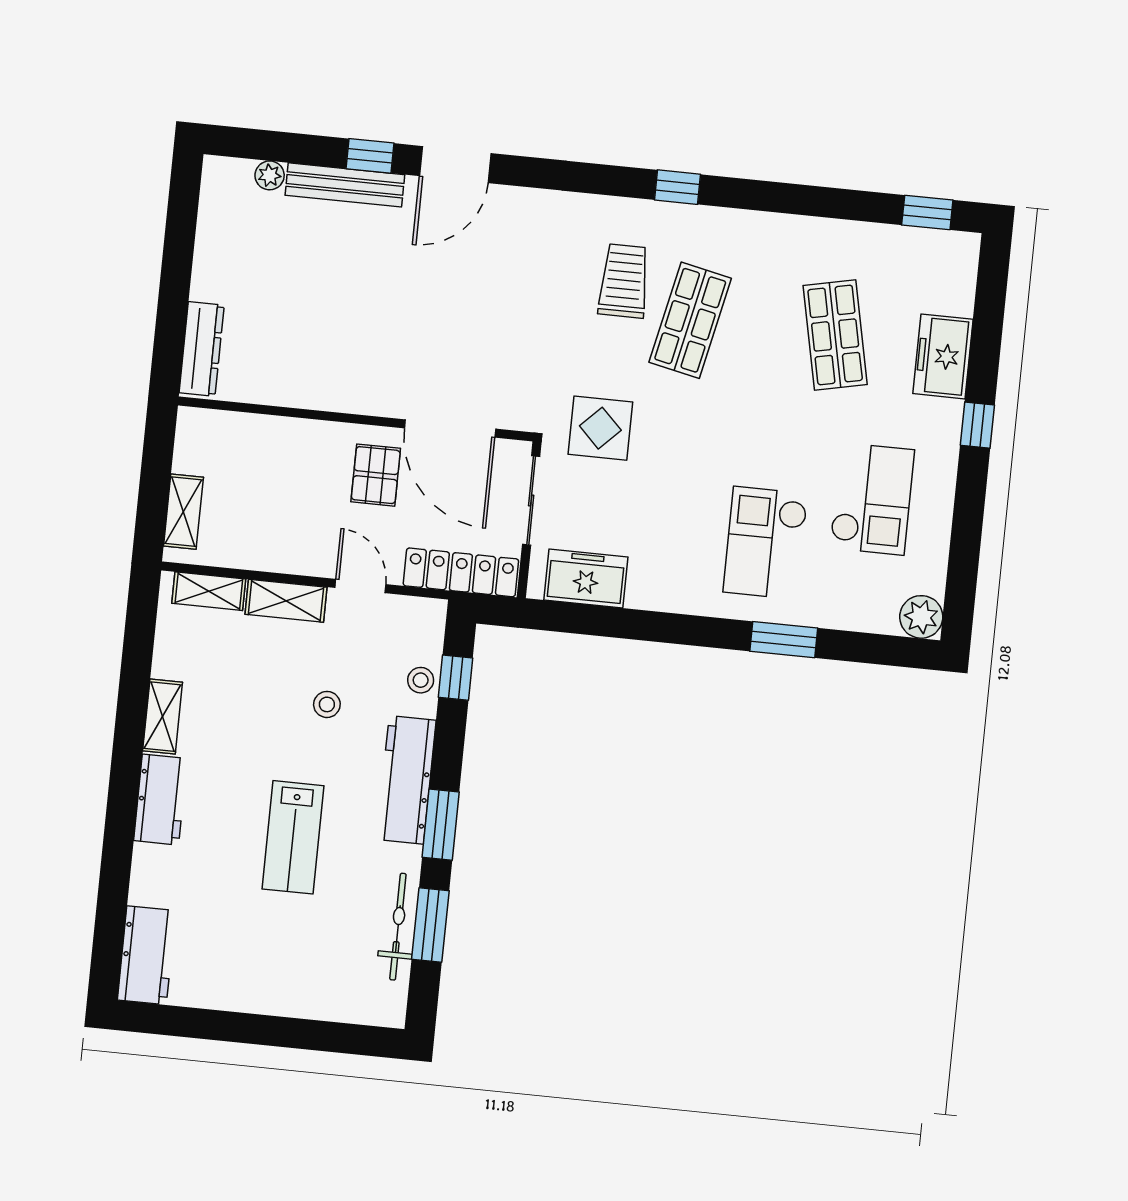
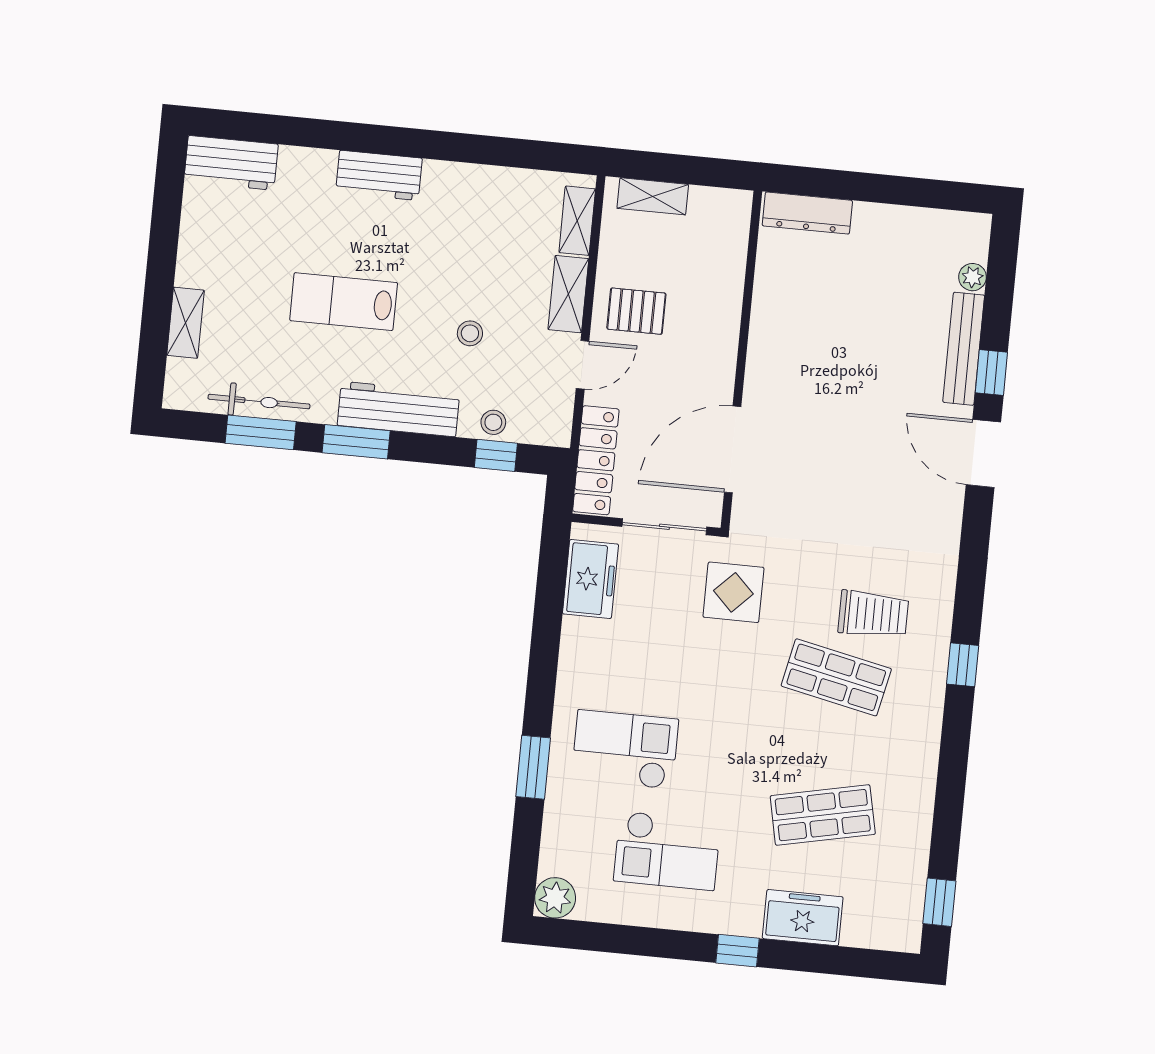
pallet: (376, 475) -> (636, 311), moved
shelving: (163, 717) -> (186, 323), moved, turned 90

